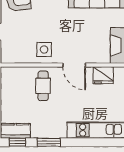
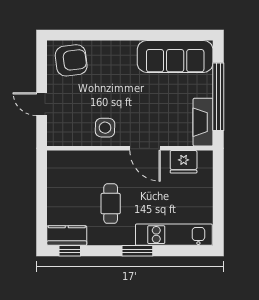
cafe table: (43, 86) -> (111, 204), moved
window: (49, 142) -> (137, 251), moved

